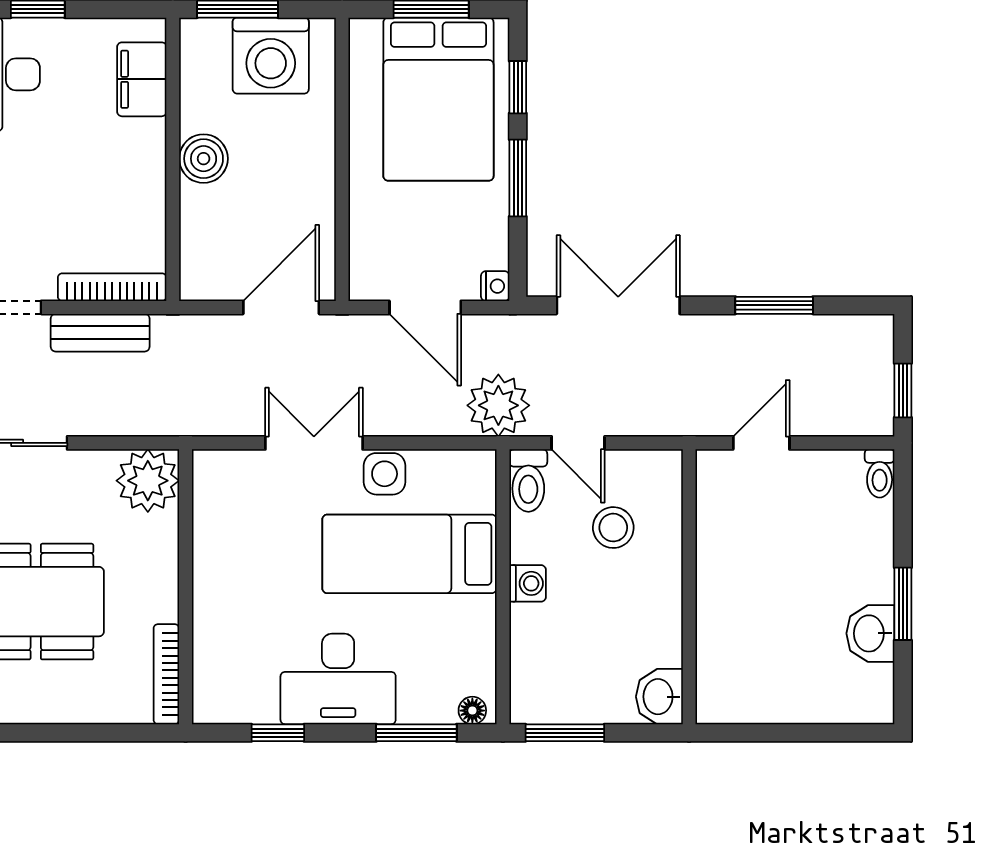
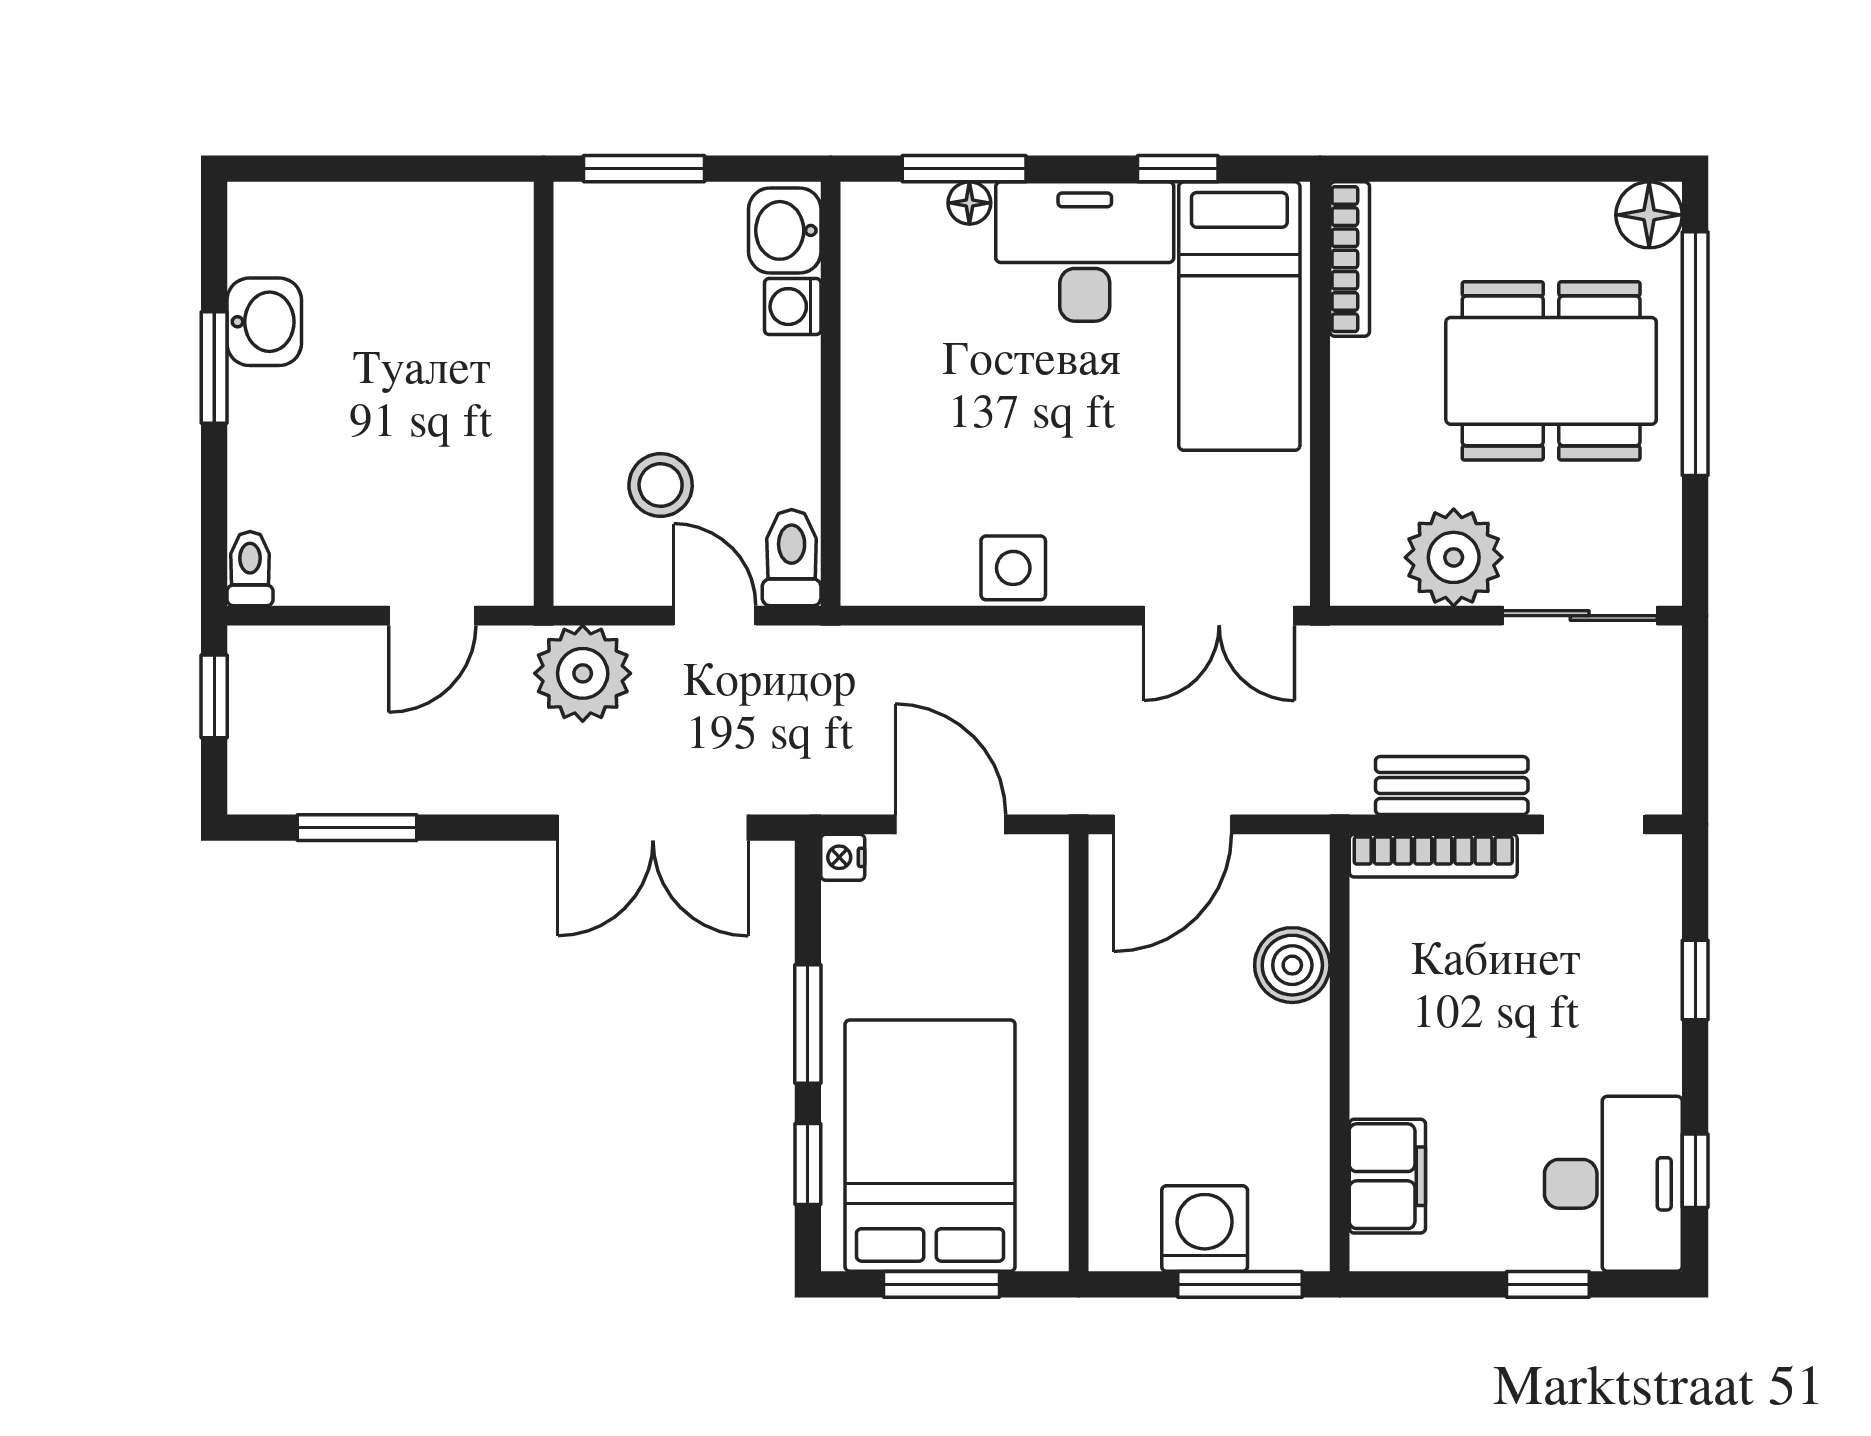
washing machine: (271, 56) -> (1205, 1229), width x0.73, depth x0.73
boiler: (204, 159) -> (1292, 965), moved
window: (774, 305) -> (357, 828), moved
plant: (498, 405) -> (583, 673), moved
double door: (314, 443) -> (1219, 616), moved
plant: (148, 481) -> (1454, 557), moved
bed: (409, 554) -> (1239, 316), moved, turned 90
washing machine: (528, 583) -> (793, 307), moved
washbasin: (659, 697) -> (785, 230), moved, turned 180
floor lamp: (472, 711) -> (969, 203), moved
window: (565, 733) -> (644, 169), moved

